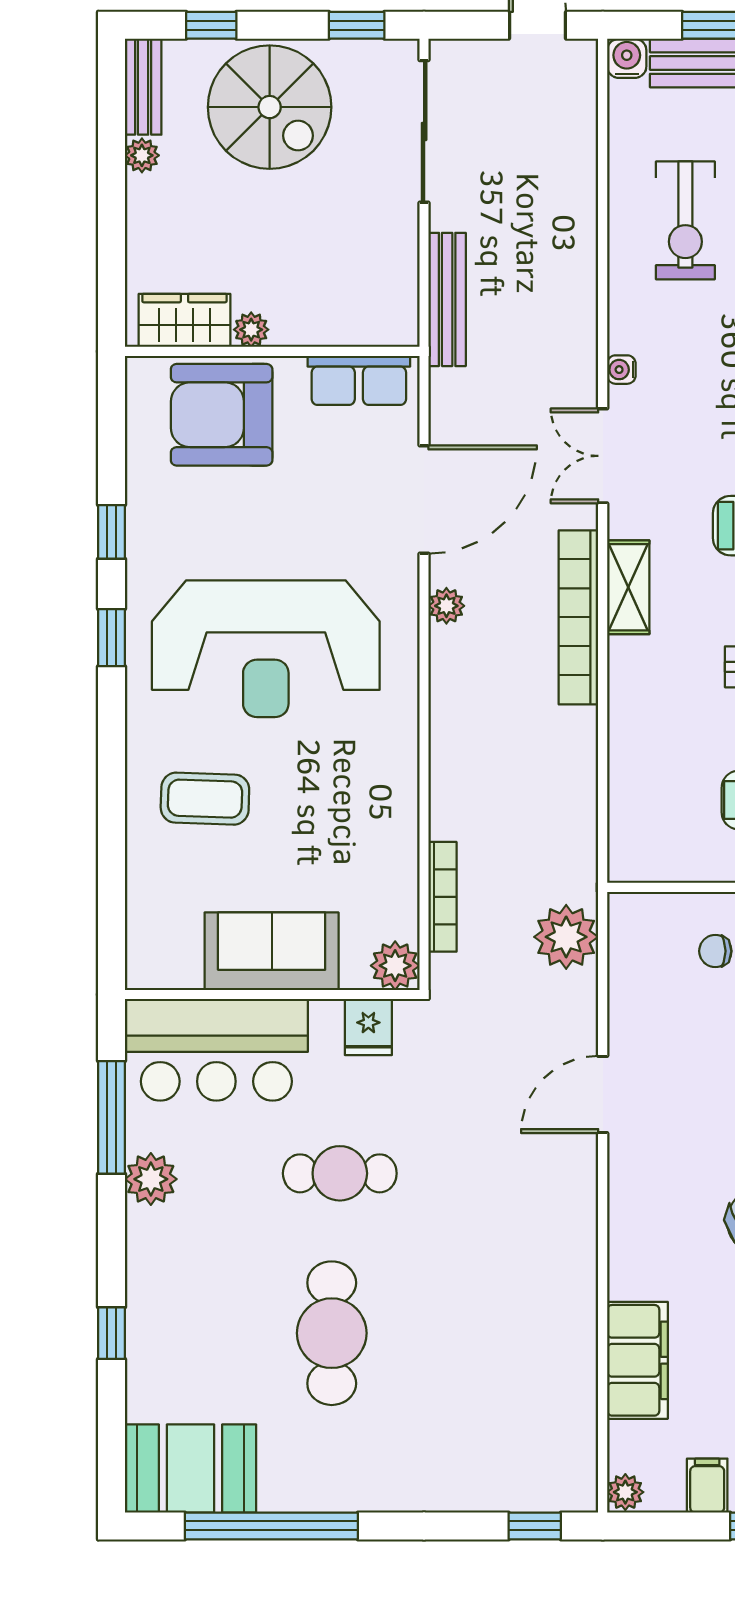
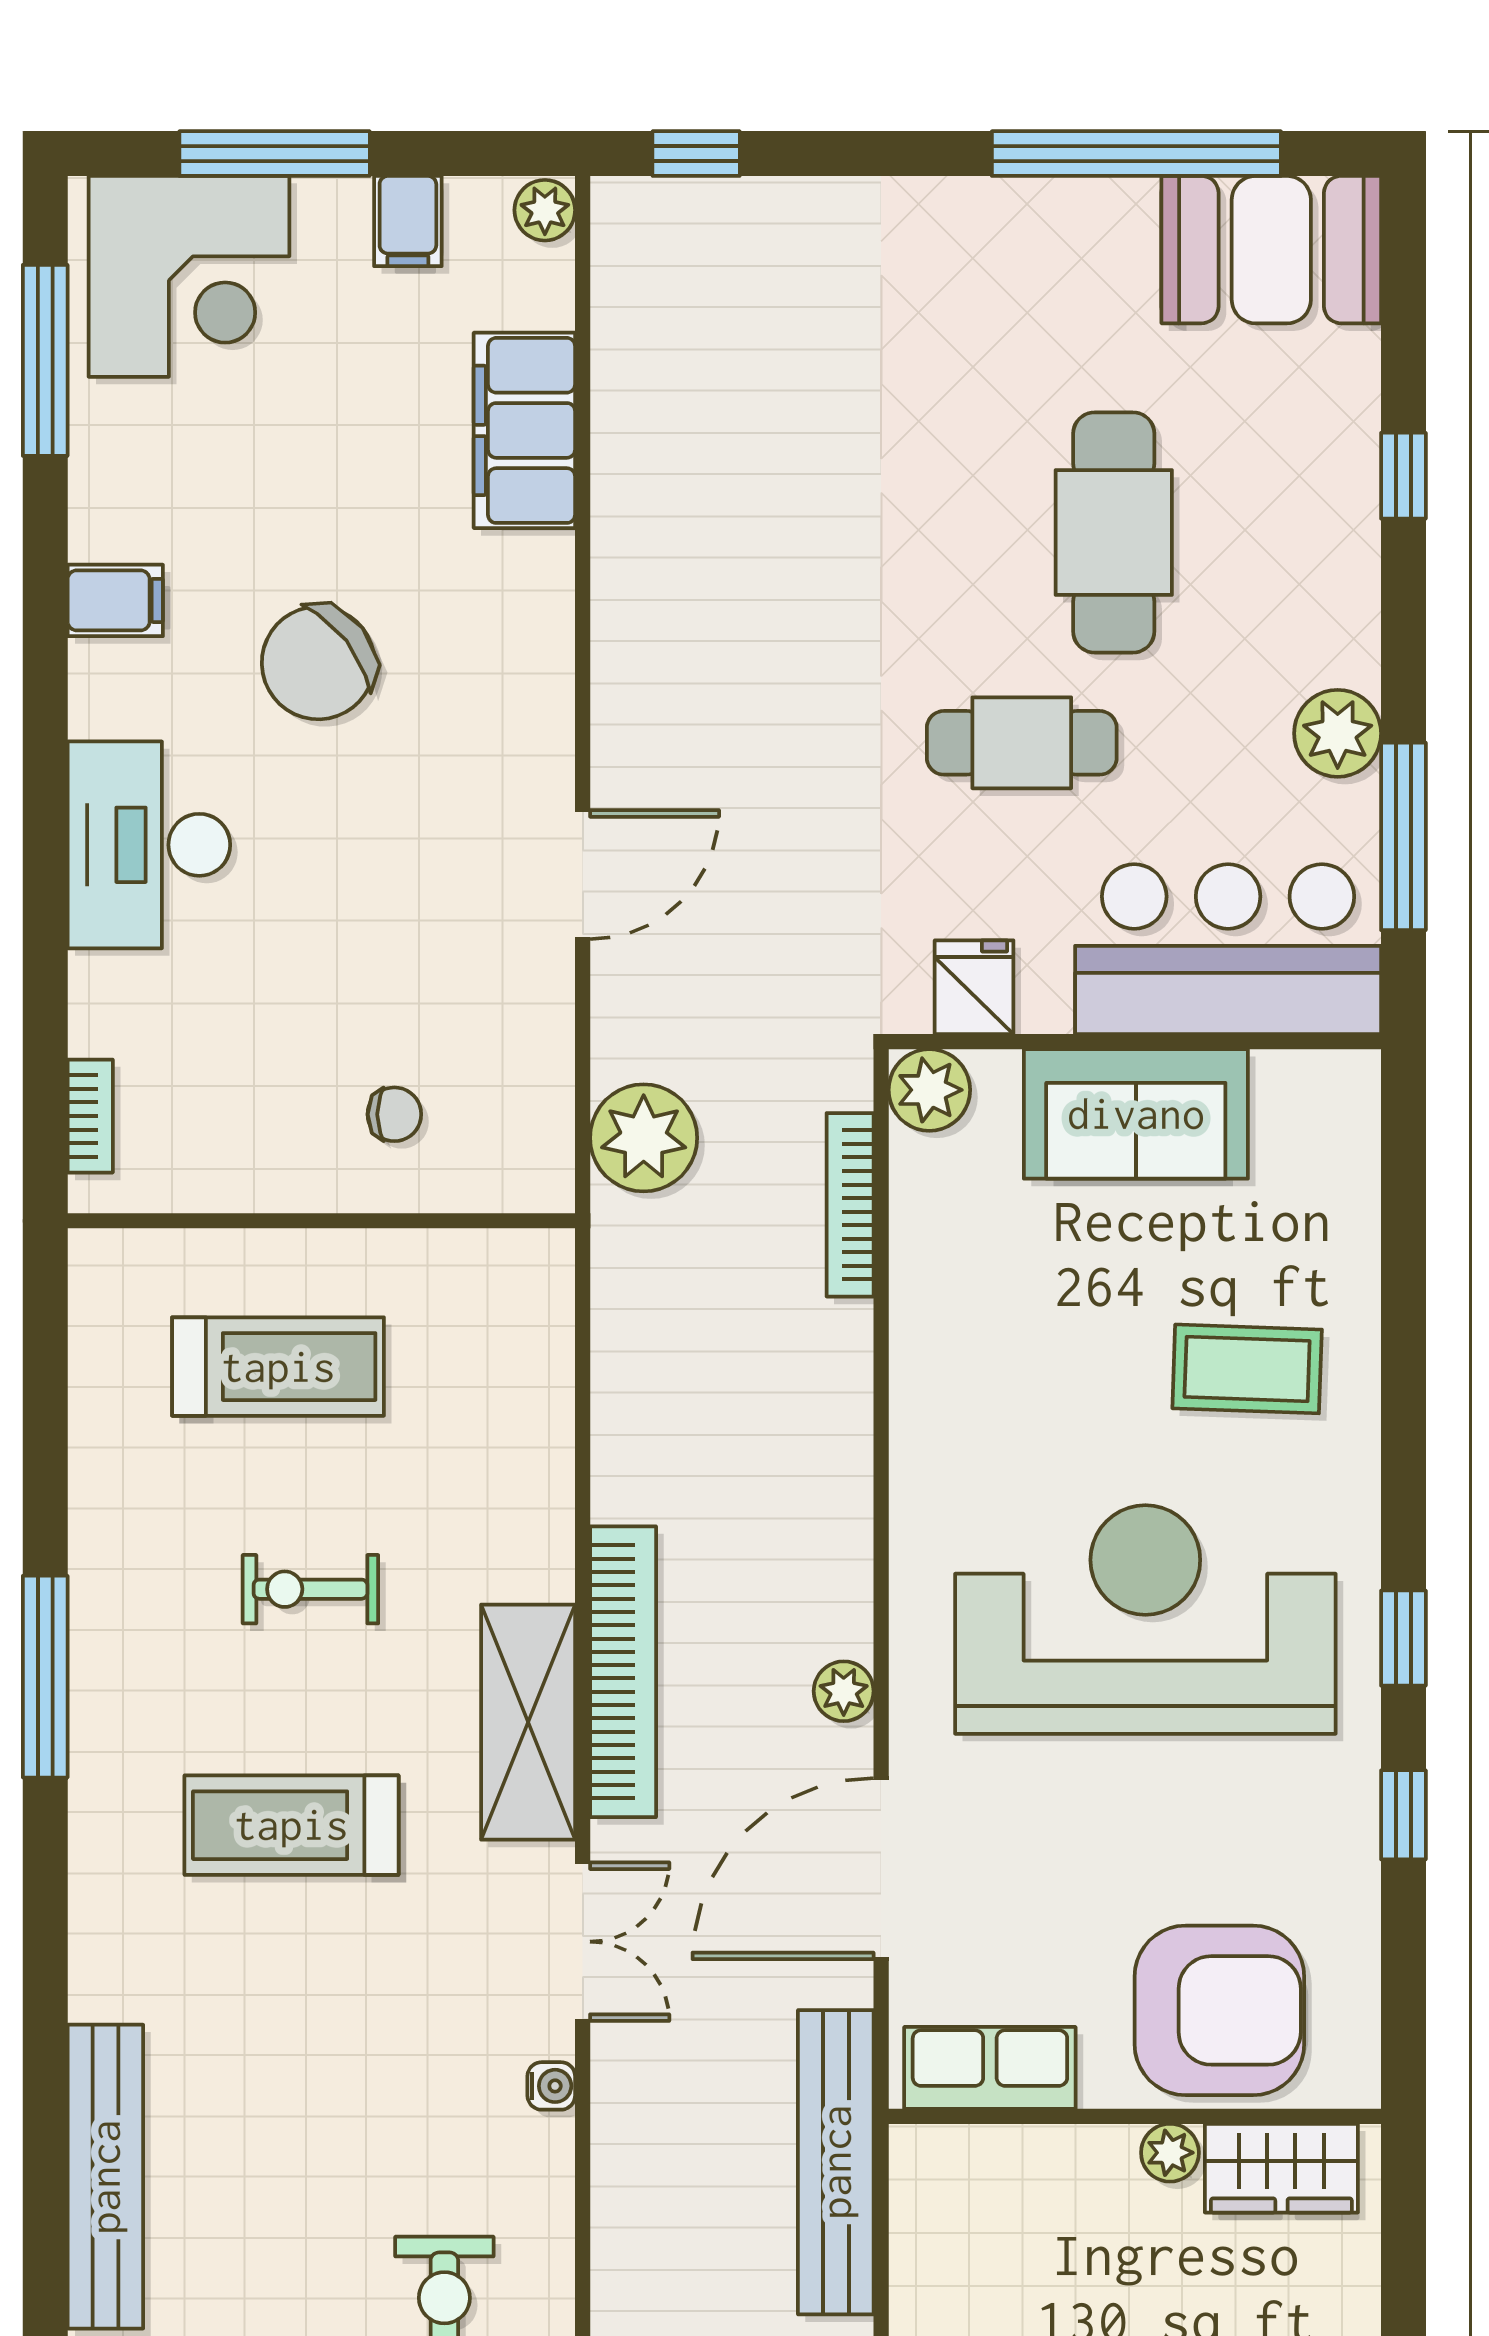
bench: (447, 299) -> (836, 2162), width x1.37, depth x1.21
shelving: (628, 587) -> (528, 1722), width x1.50, depth x1.33
cafe table: (332, 1333) -> (1114, 532), moved

